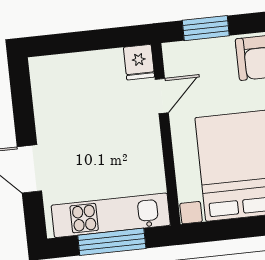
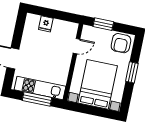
fridge: (139, 62) -> (46, 24), moved

